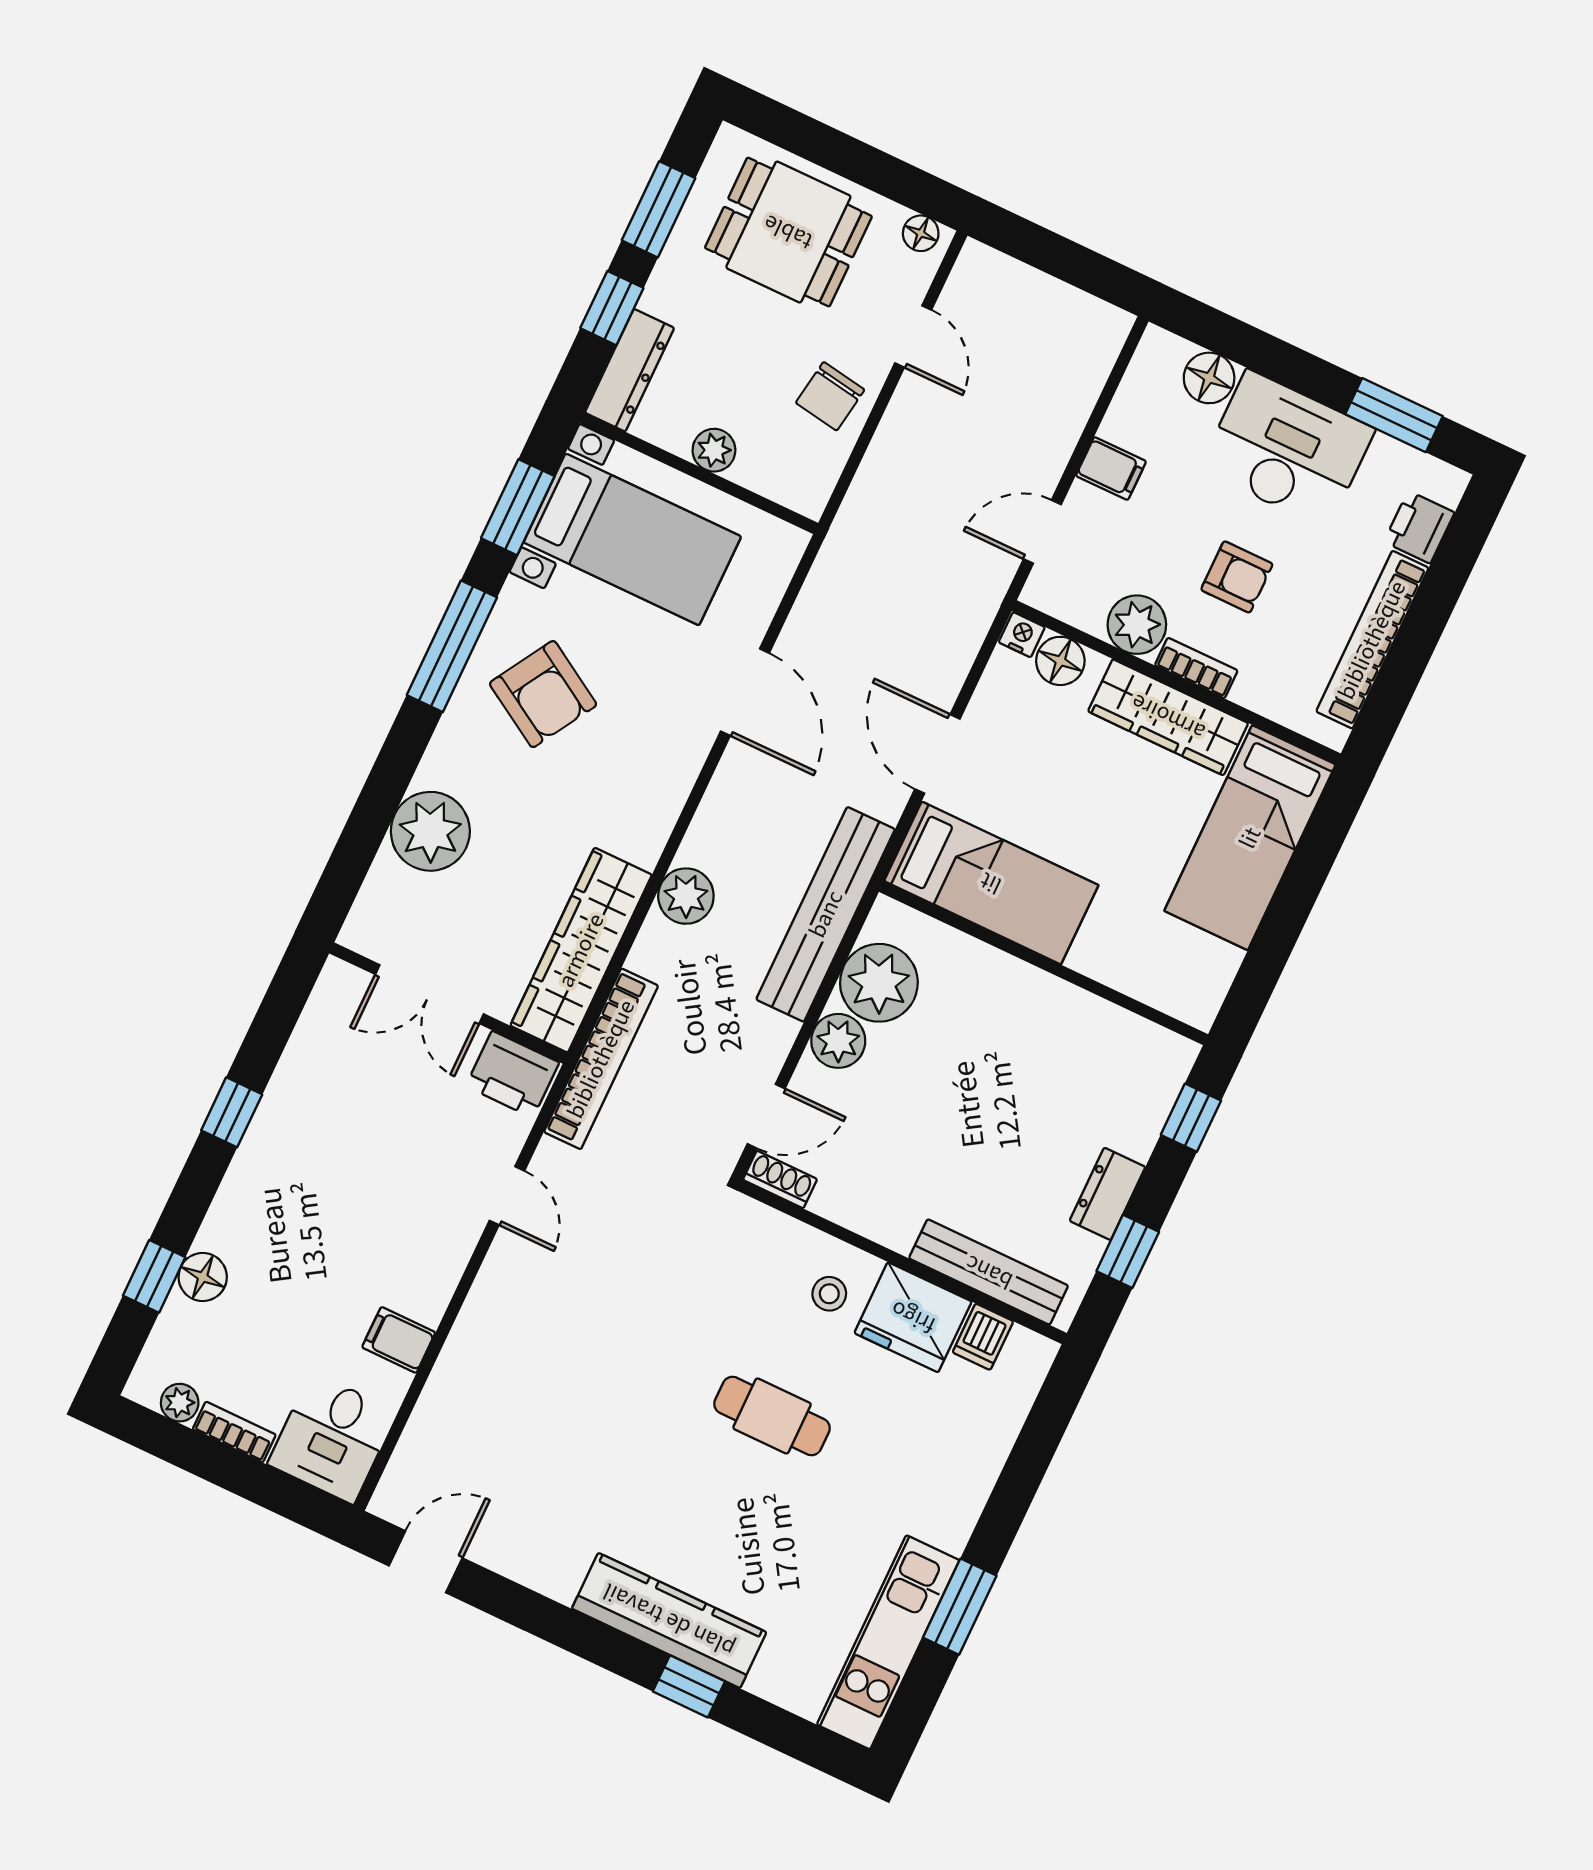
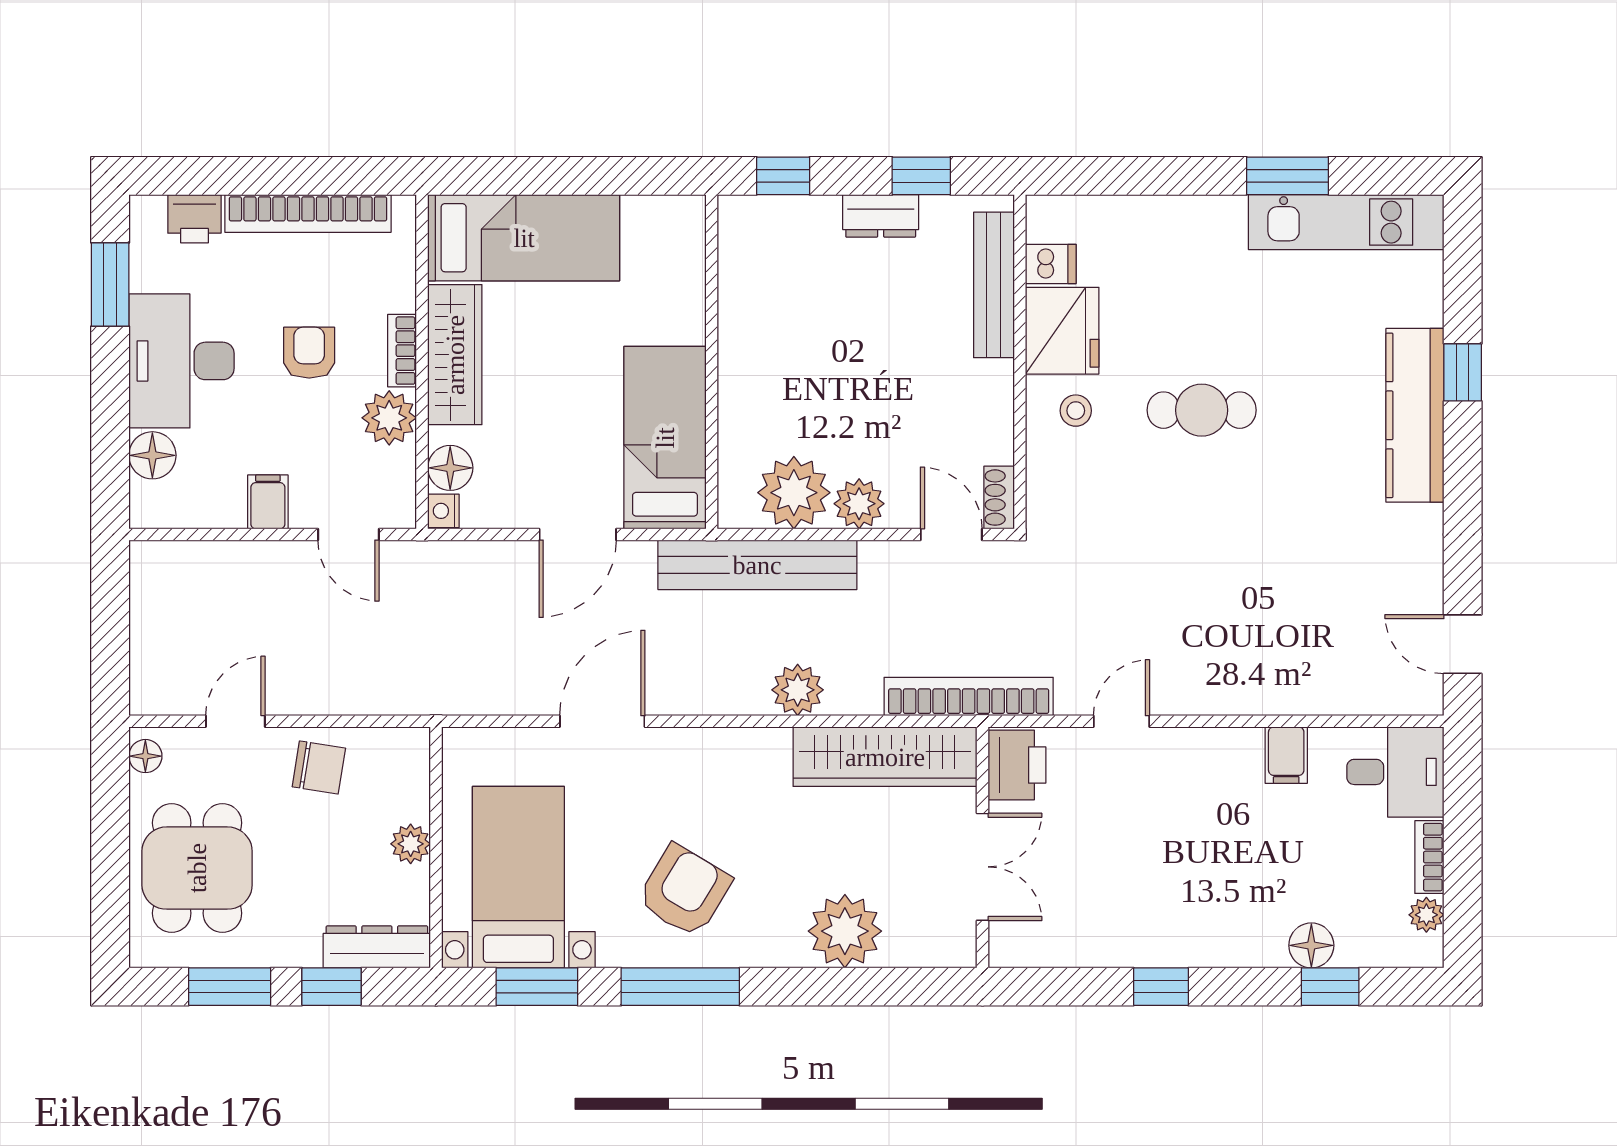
cafe table: (772, 1416) -> (1202, 410), turned 90

